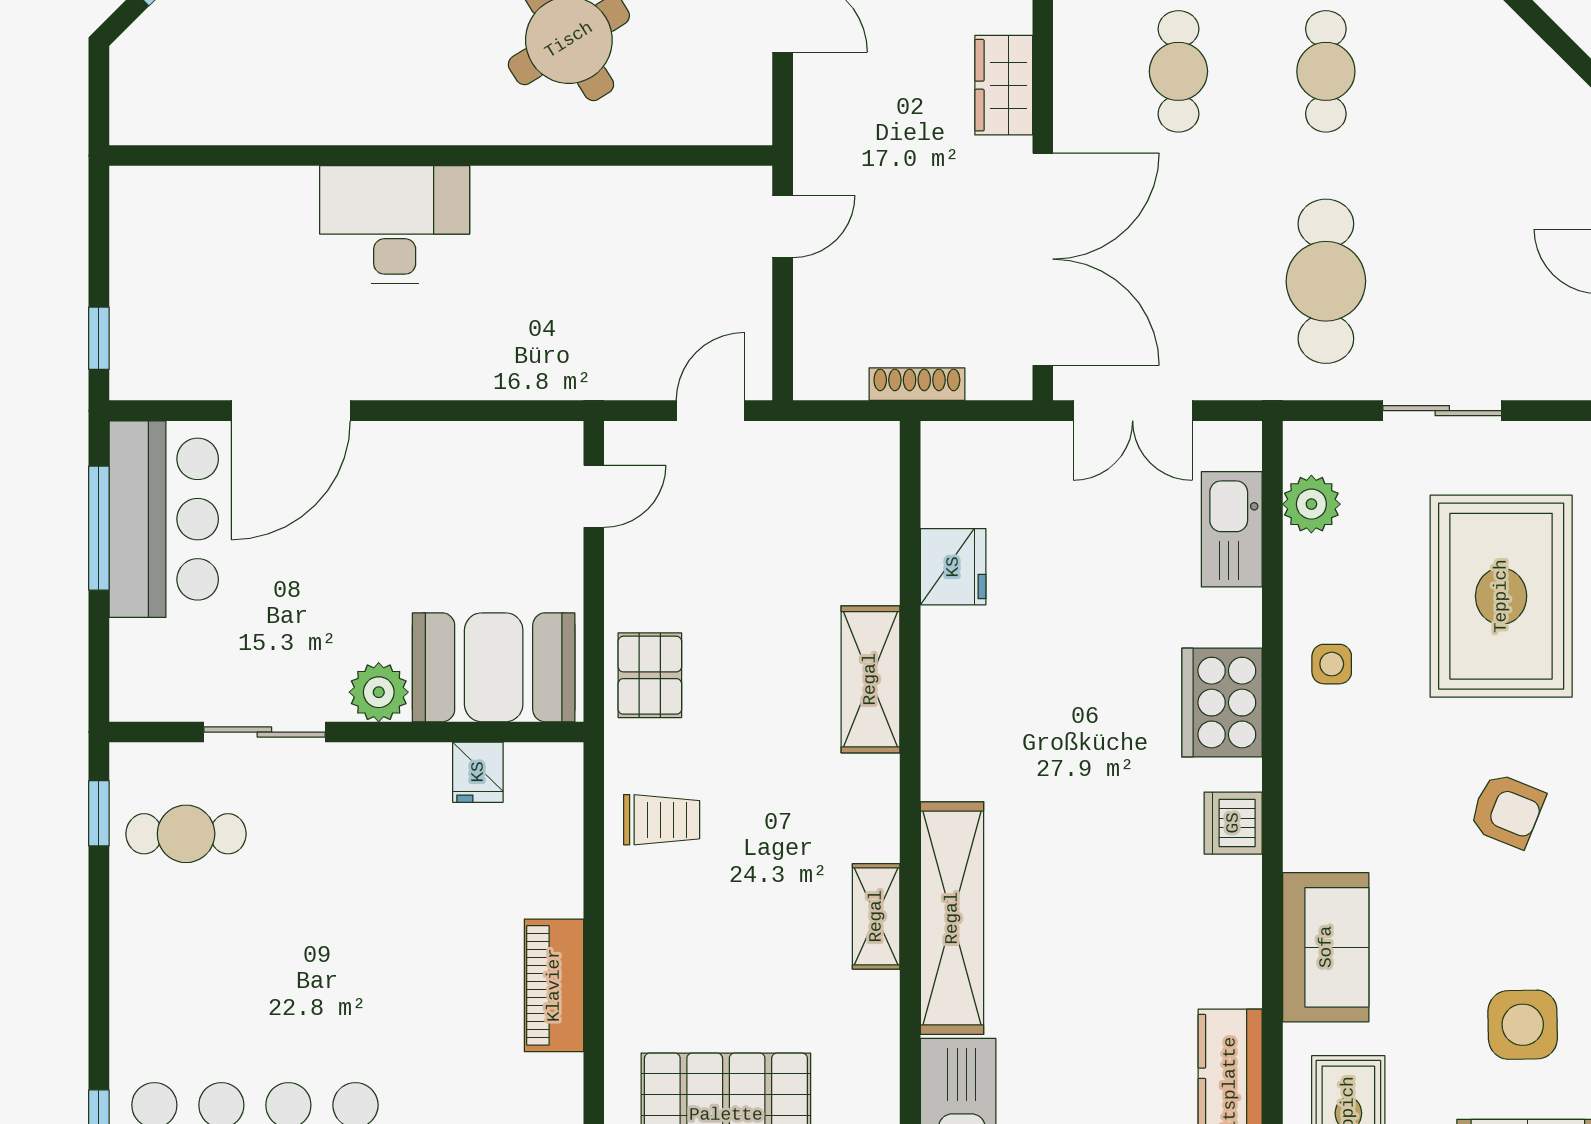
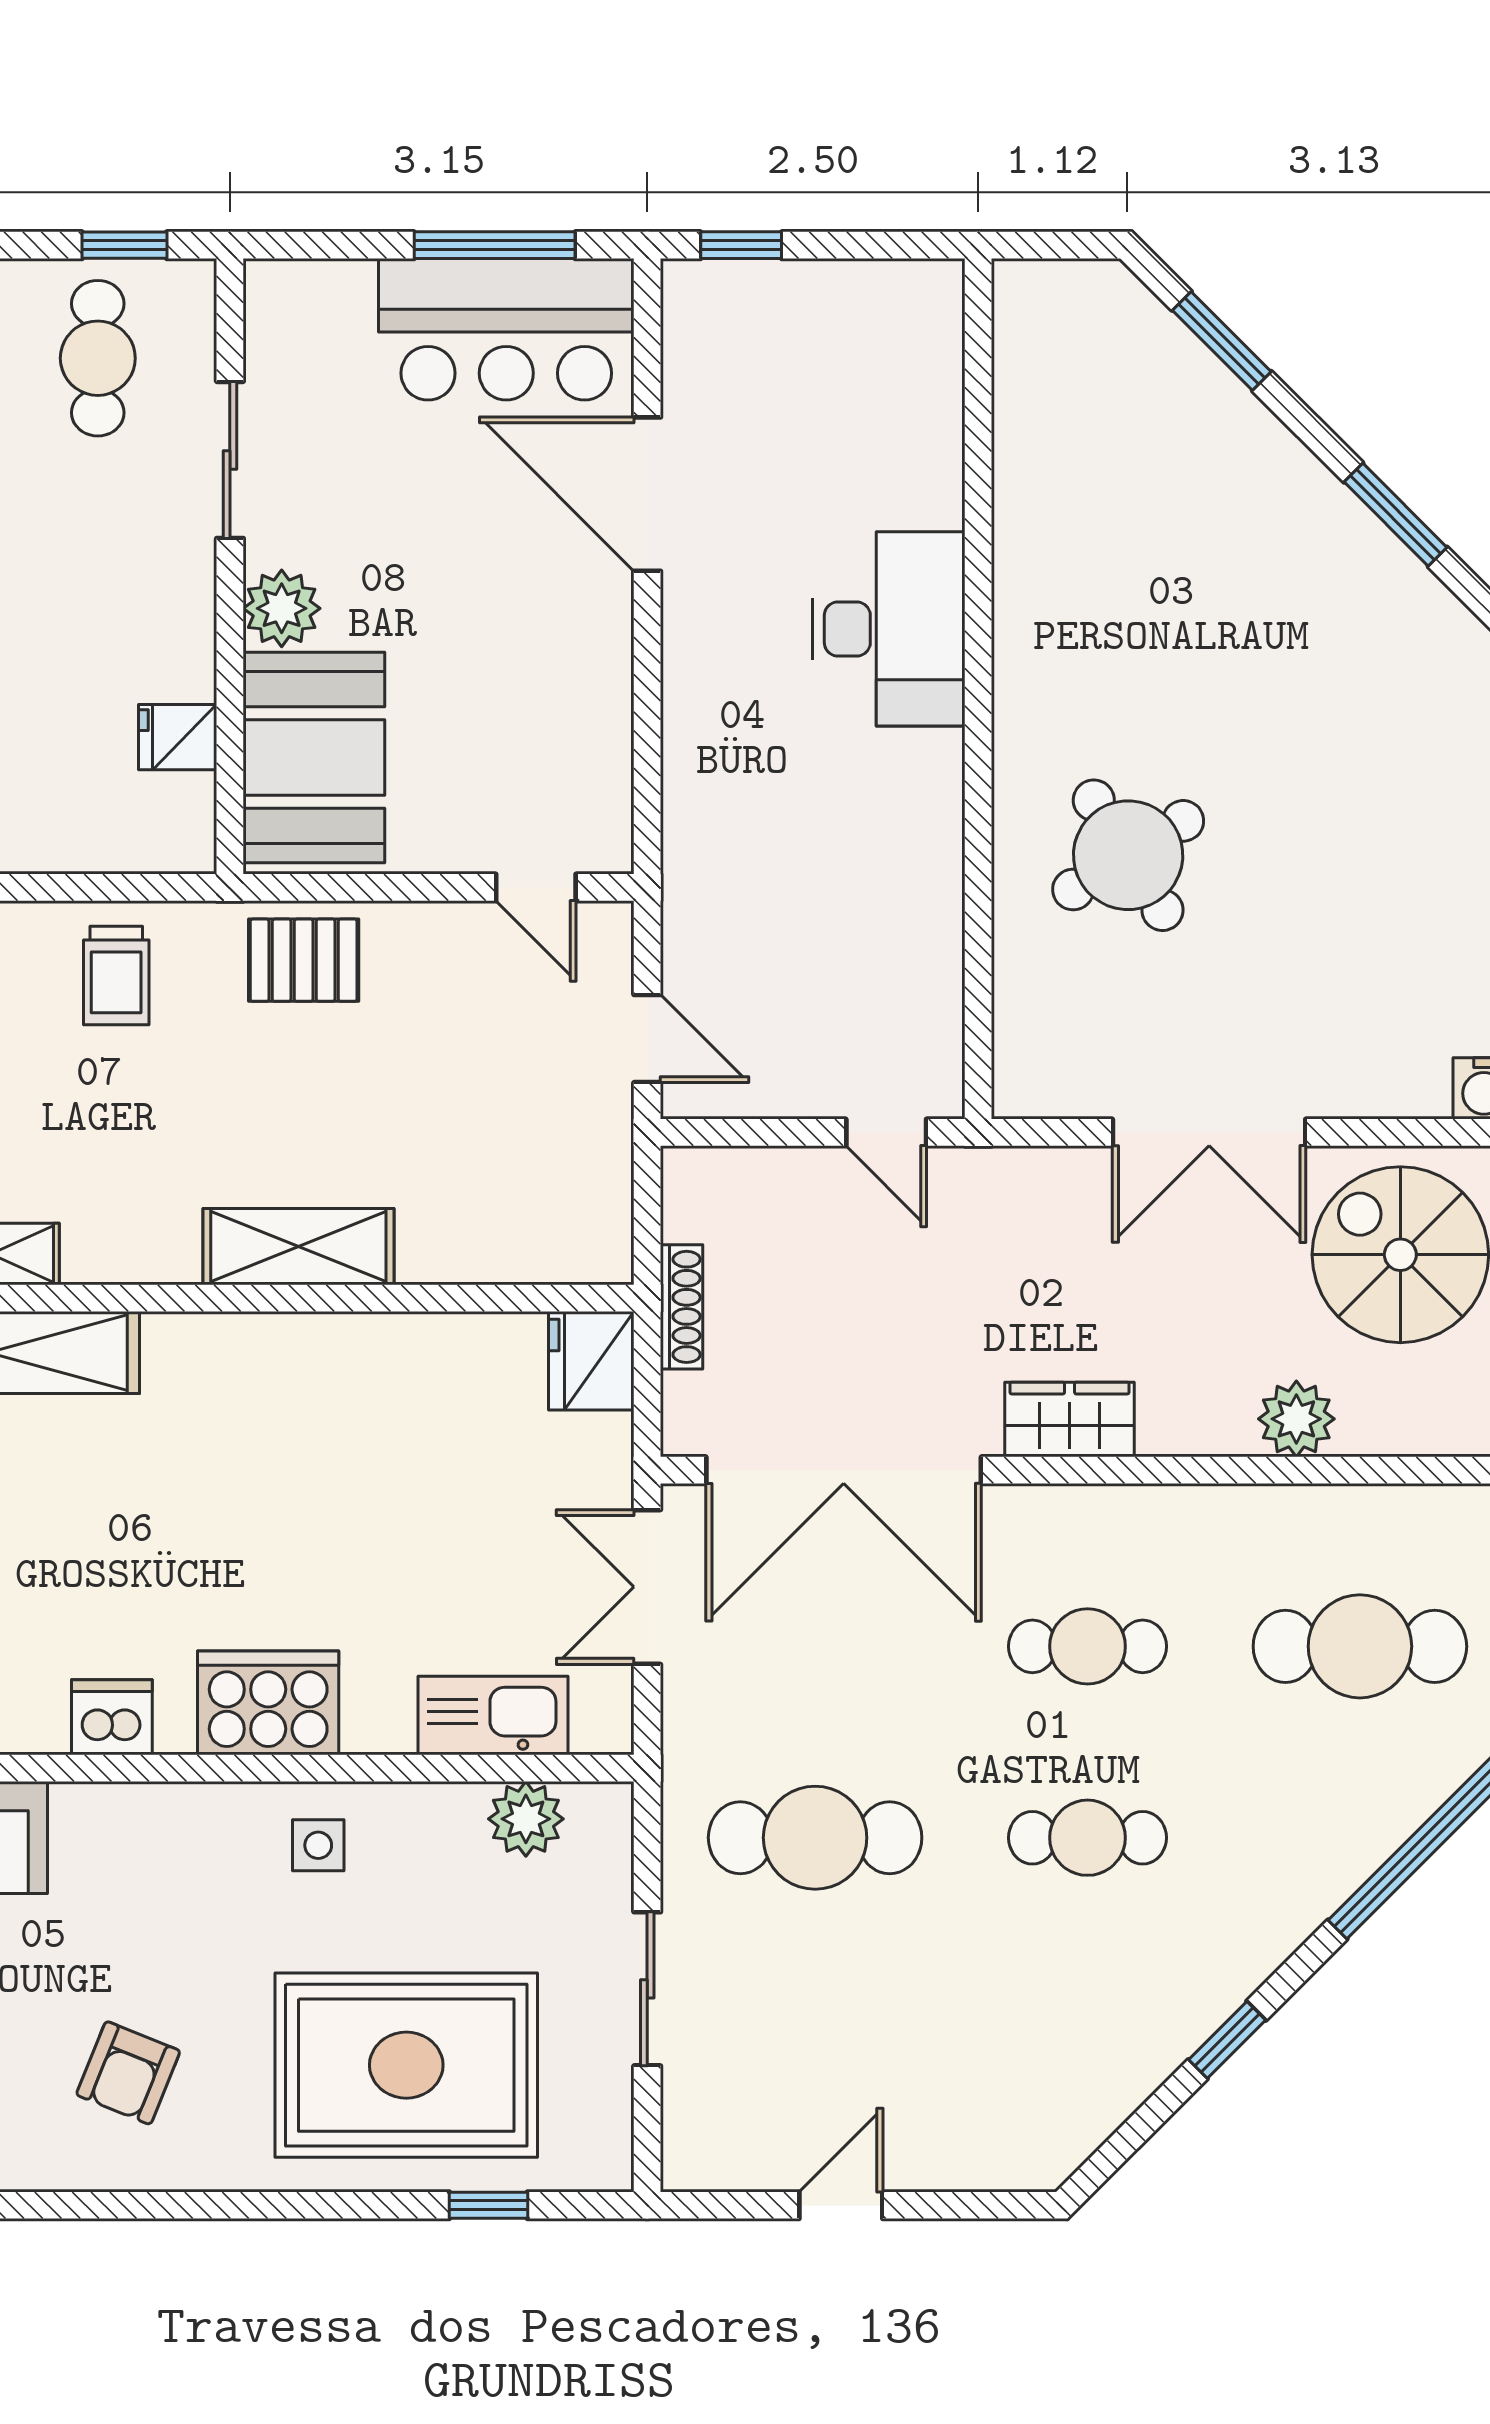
fridge: (953, 567) -> (591, 1361), moved, turned 90

